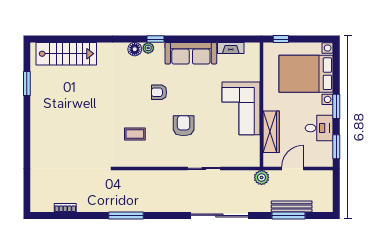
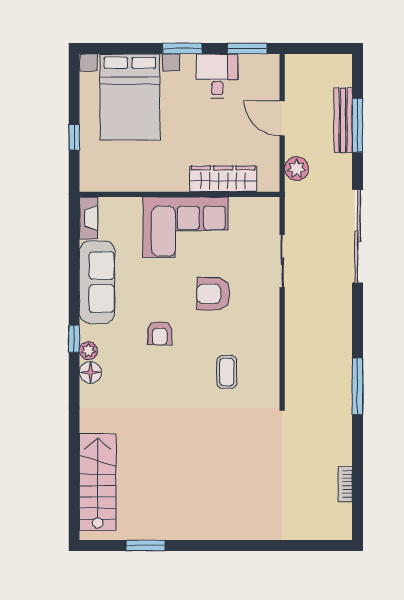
wall: (261, 105) -> (180, 194), moved
corner sofa: (241, 108) -> (186, 227), moved
wardrobe: (271, 132) -> (223, 179), moved

